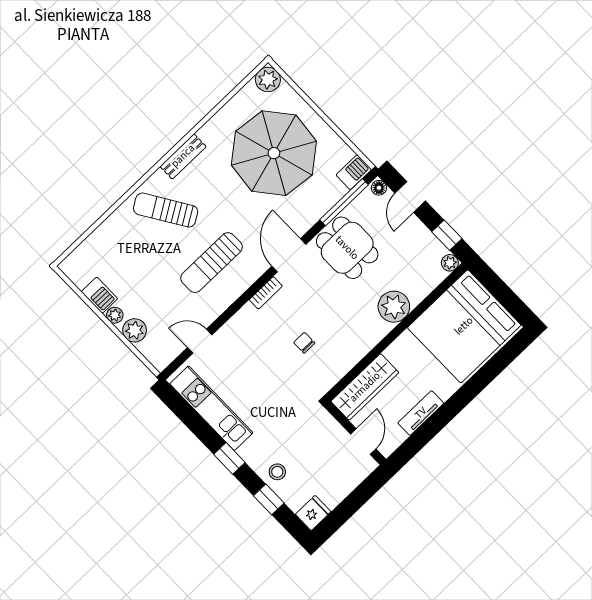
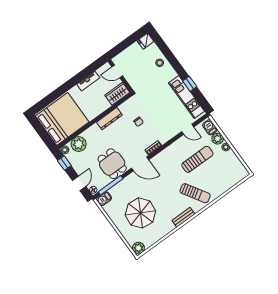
parasol: (274, 153) -> (140, 213), width x0.73, depth x0.73
door: (289, 255) -> (140, 164), hinge flipped
sun lounger: (211, 263) -> (197, 159), moved
barbecue: (99, 295) -> (210, 127), moved
plant: (394, 307) -> (79, 144), moved
dresser: (366, 341) -> (109, 119), added
wardrobe: (365, 387) -> (117, 94), width x0.67
door: (363, 441) -> (117, 71), hinge flipped
window: (229, 458) -> (190, 84), moved
window: (269, 499) -> (165, 50), removed

